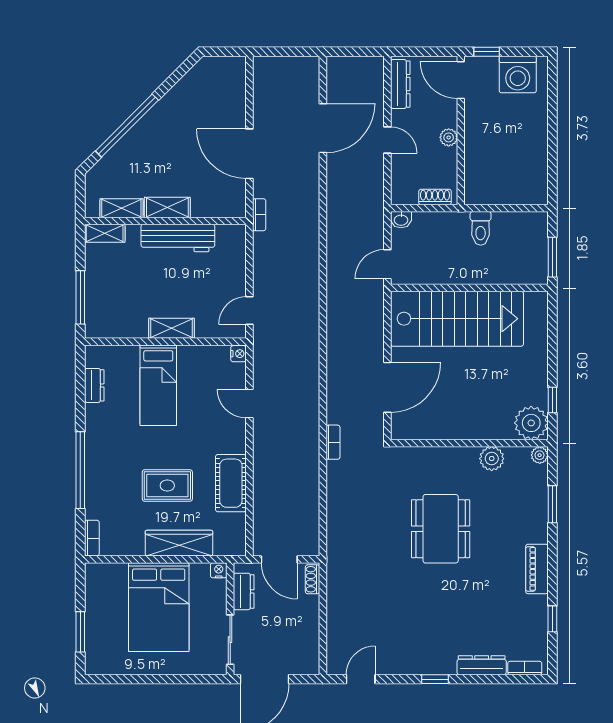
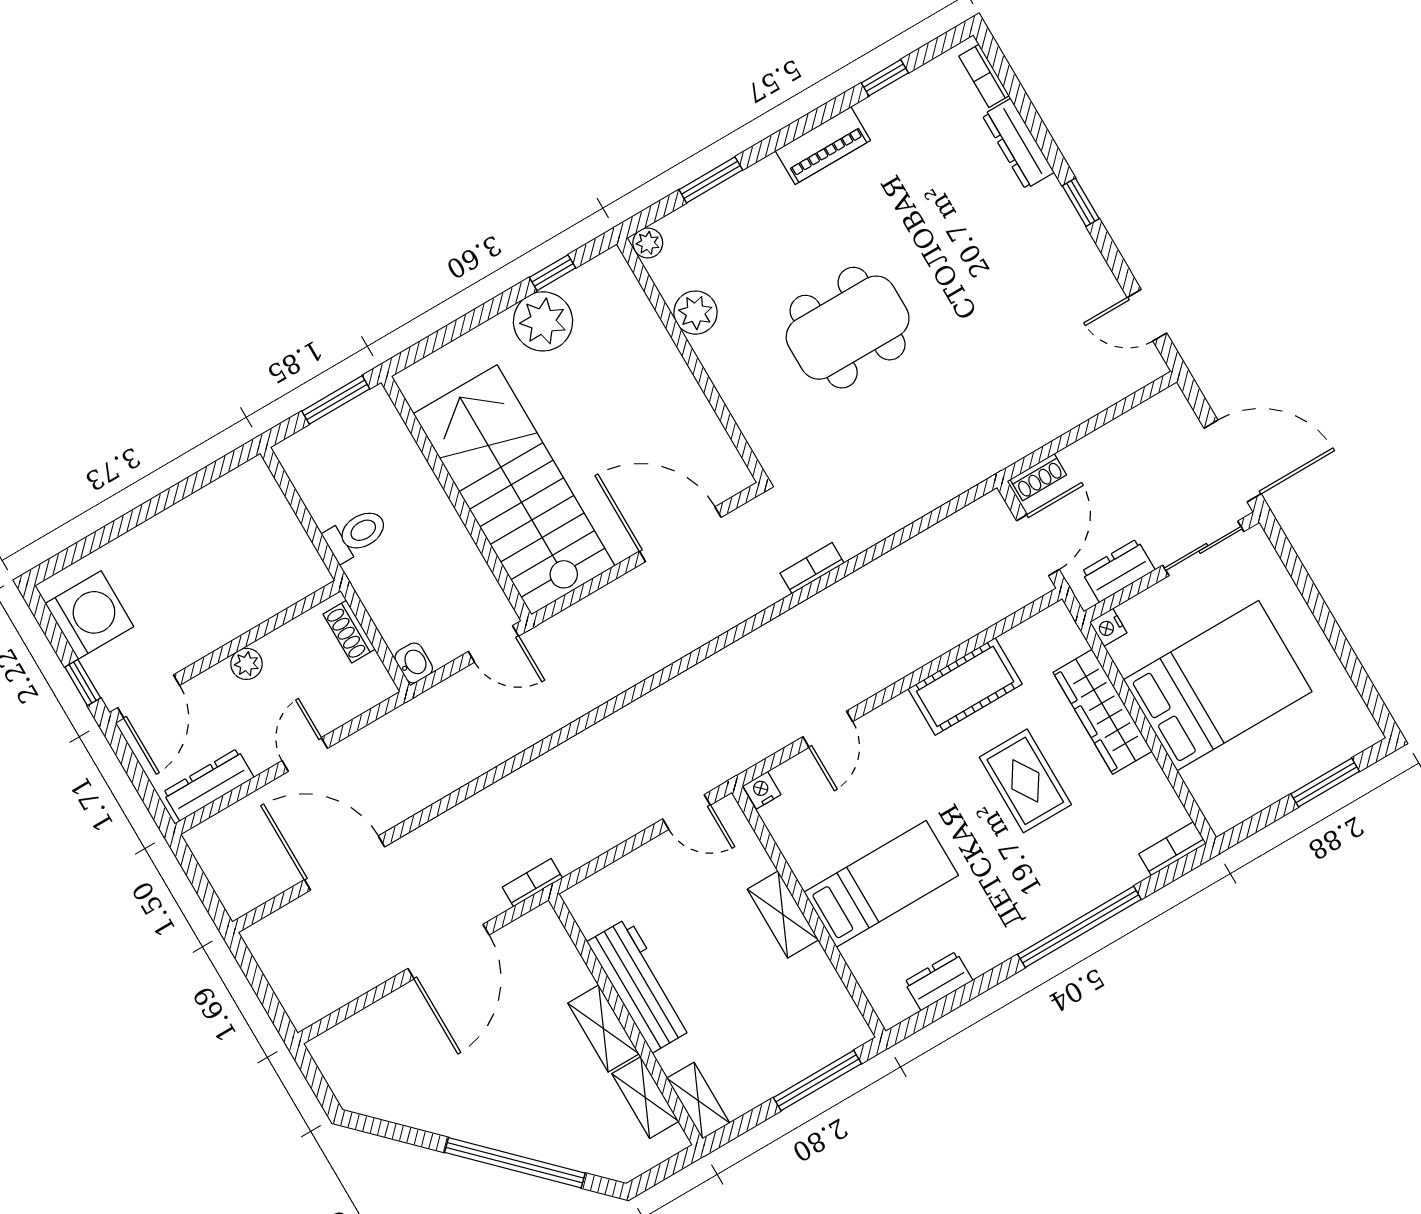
plant: (531, 423) -> (543, 321), moved

